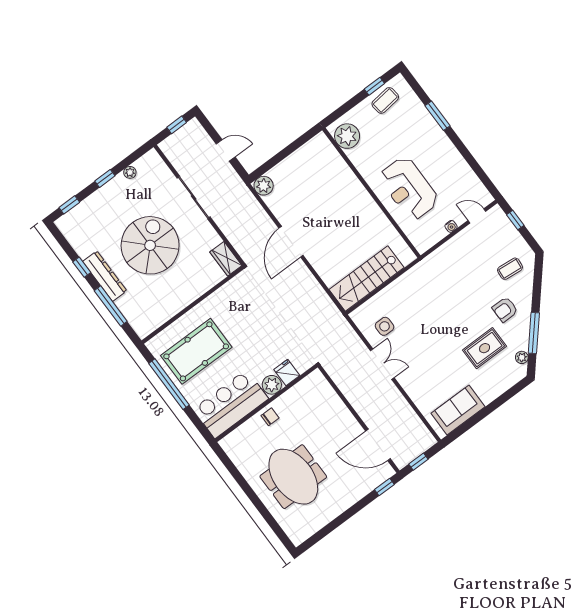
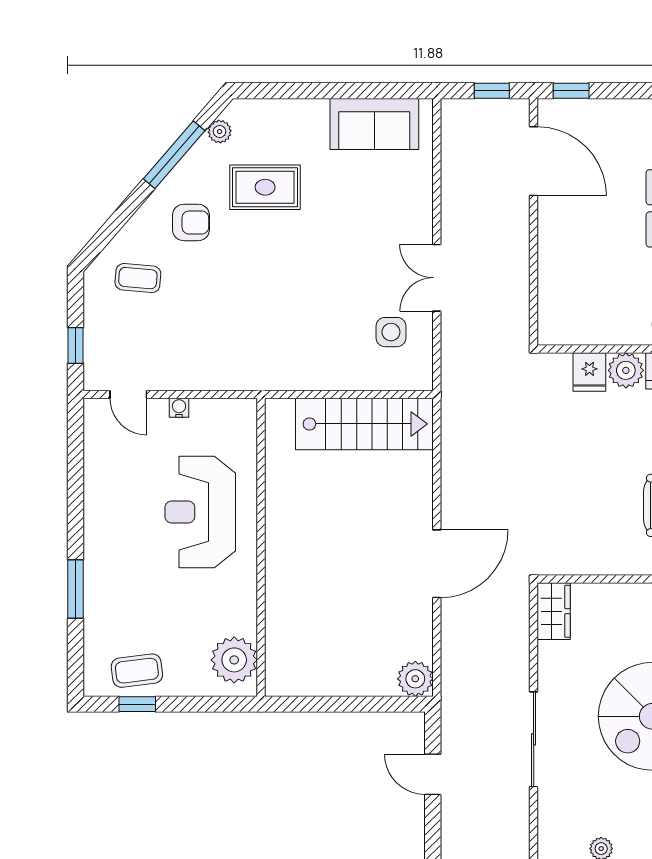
reception desk: (409, 189) -> (200, 512), turned 180

